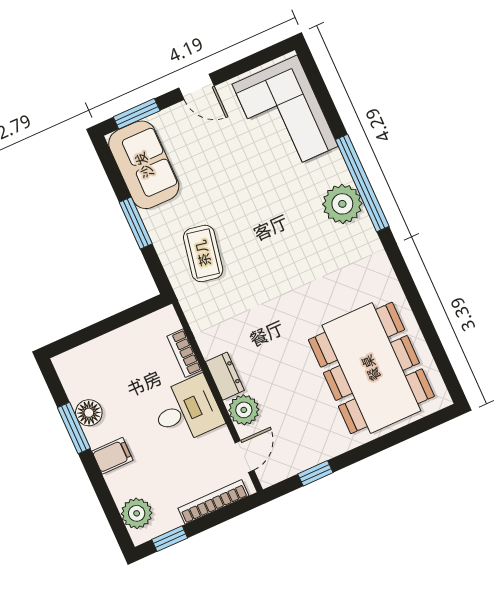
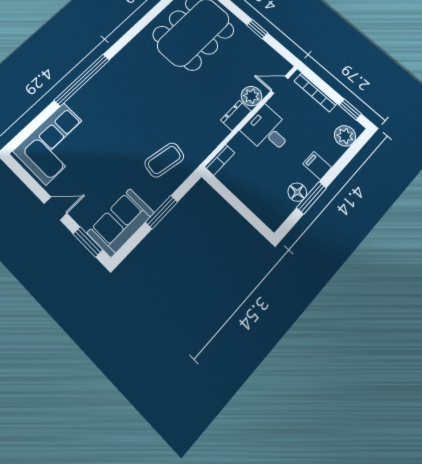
door: (196, 87) -> (56, 208), hinge flipped
plant: (342, 204) -> (99, 87), removed
bookcase: (184, 353) -> (220, 160), moved
window: (315, 473) -> (257, 29), moved

